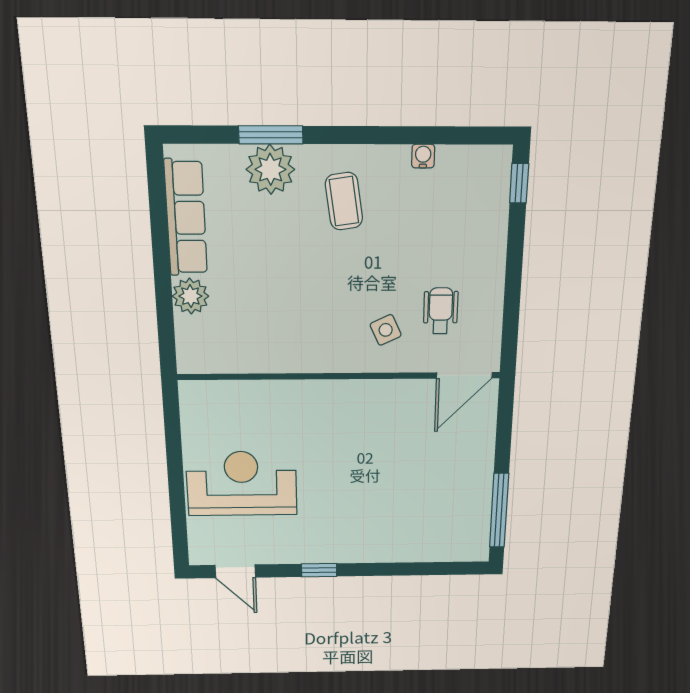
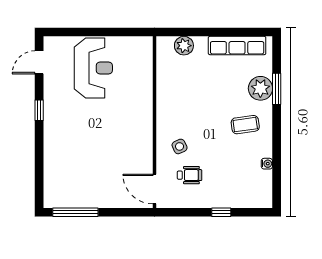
window: (519, 183) -> (221, 212), moved
plant: (190, 296) -> (184, 46), moved

